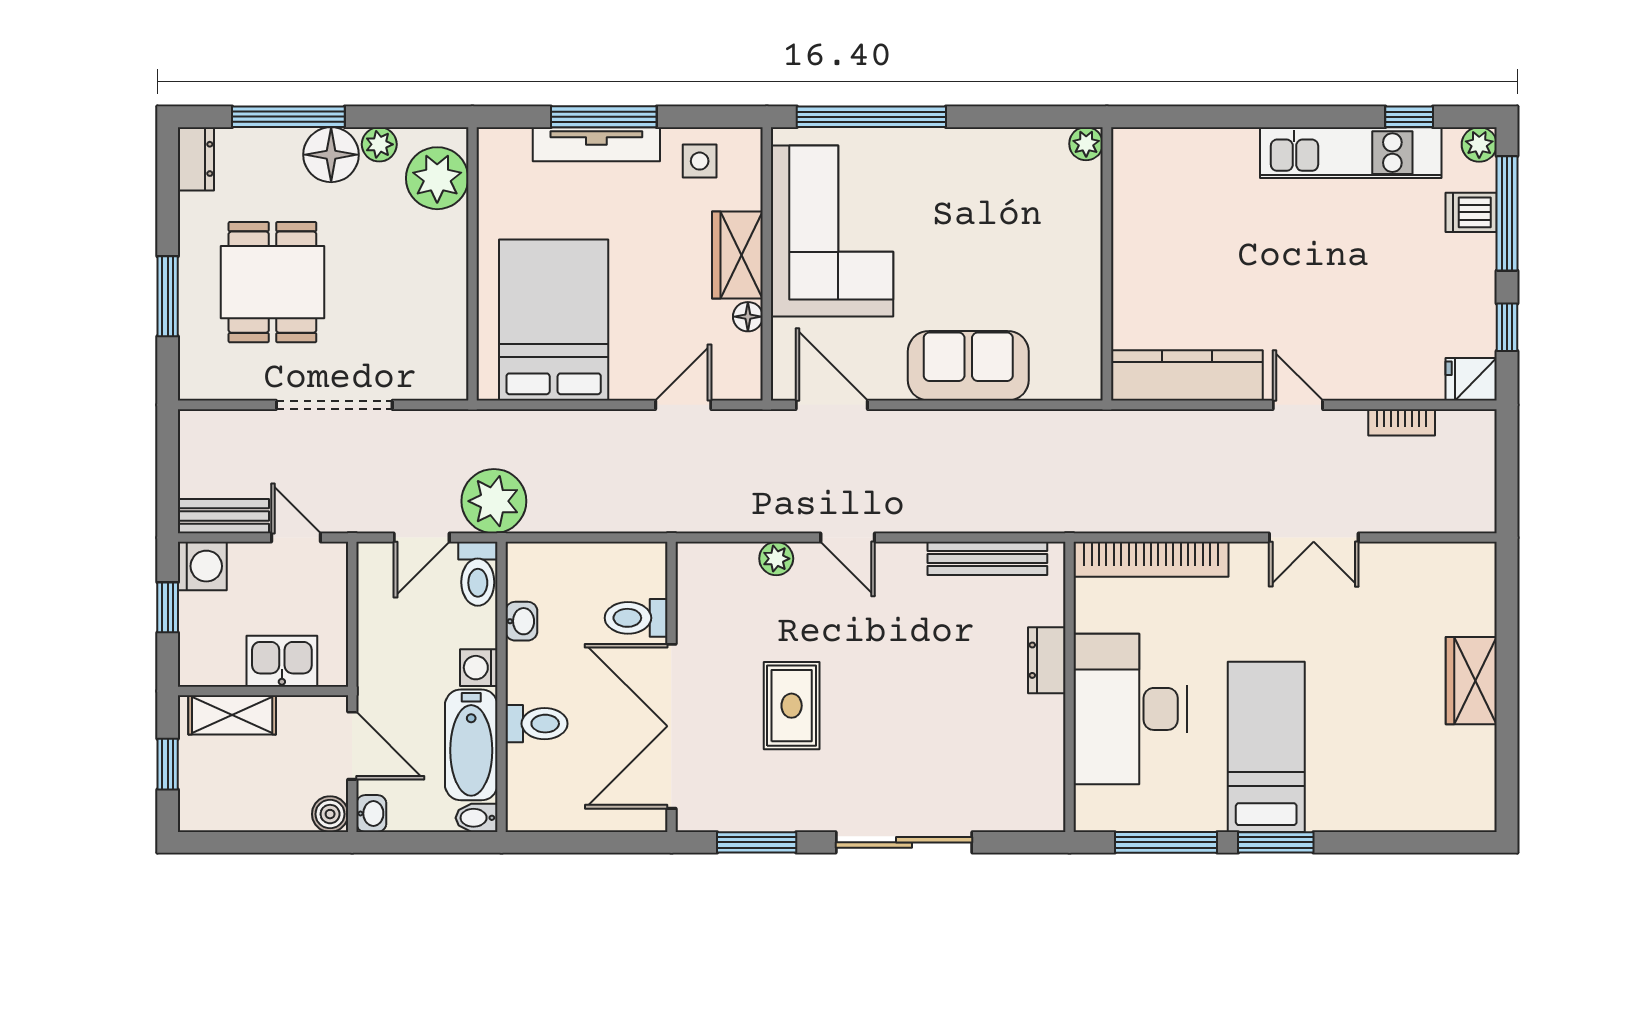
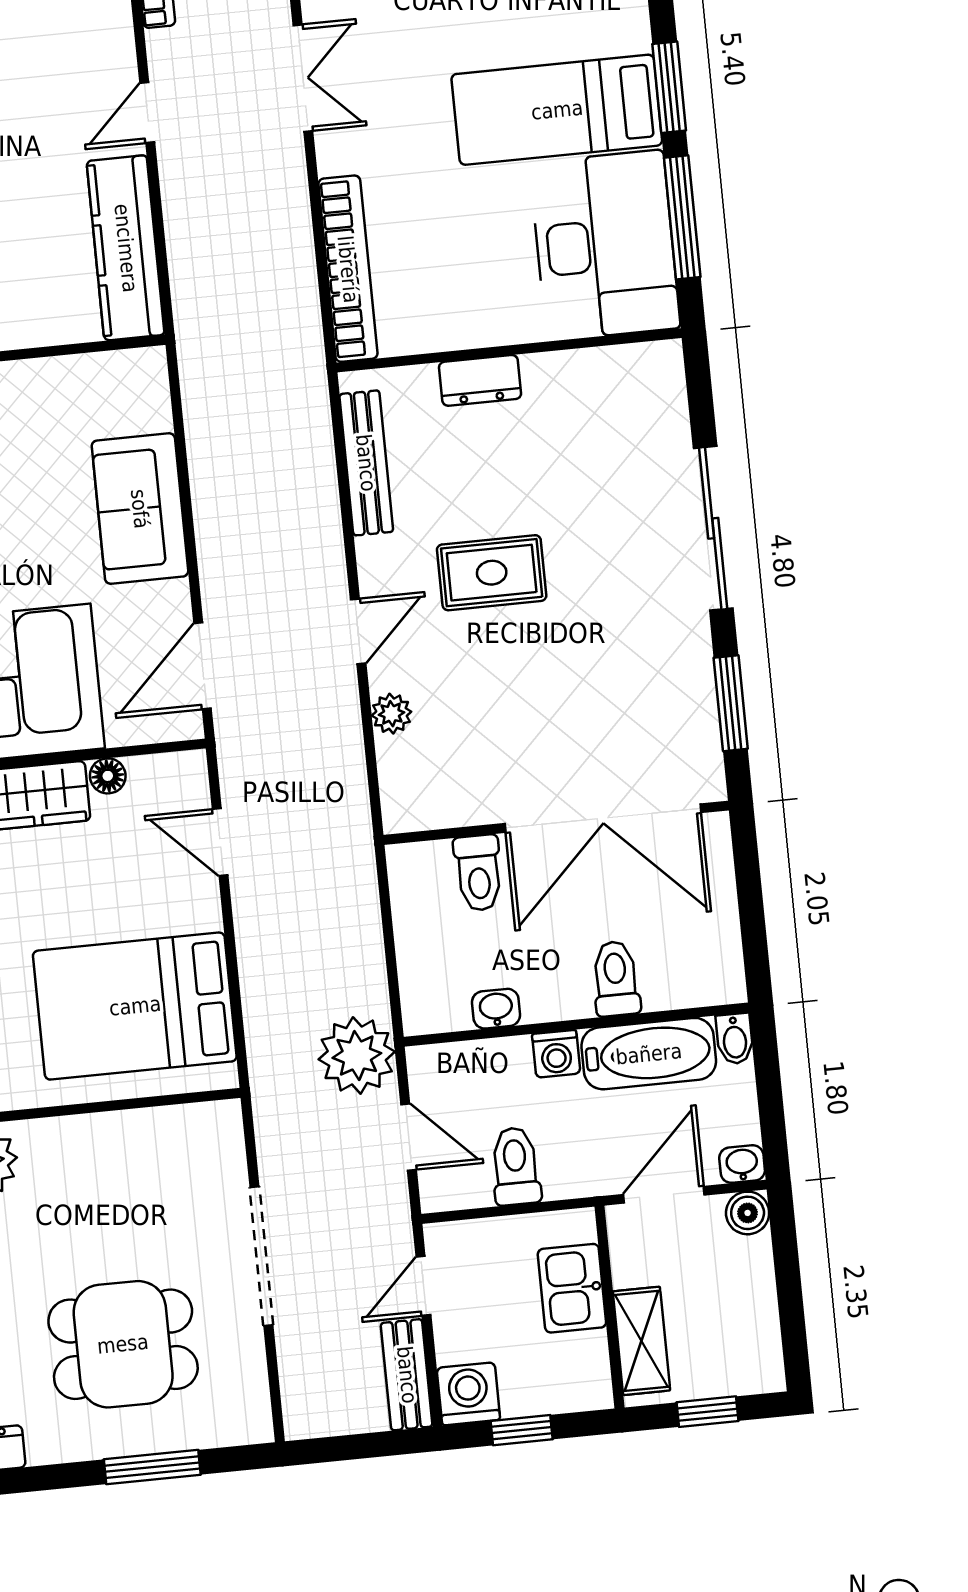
toilet: (478, 574) -> (516, 1166), moved, turned -90
rug: (792, 706) -> (492, 573), moved
desk: (1130, 709) -> (605, 245), moved, turned -90

